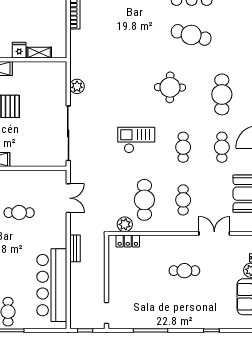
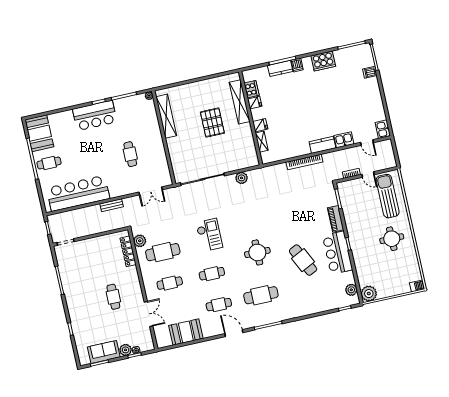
cafe table: (191, 35) -> (303, 260), turned -41
locker: (128, 241) -> (128, 251), width x1.53

